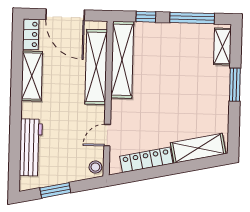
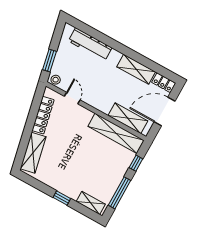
shelving: (96, 67) -> (128, 118), width x0.68
window: (235, 85) -> (62, 198), width x0.67
window: (55, 190) -> (49, 60), moved

